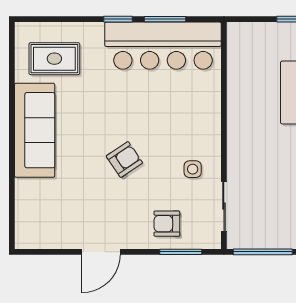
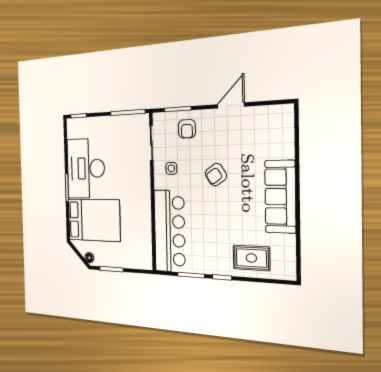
bar counter: (163, 46) -> (170, 231), moved, turned 90
rug: (54, 59) -> (251, 258), moved
armchair: (167, 224) -> (187, 129), turned 90

